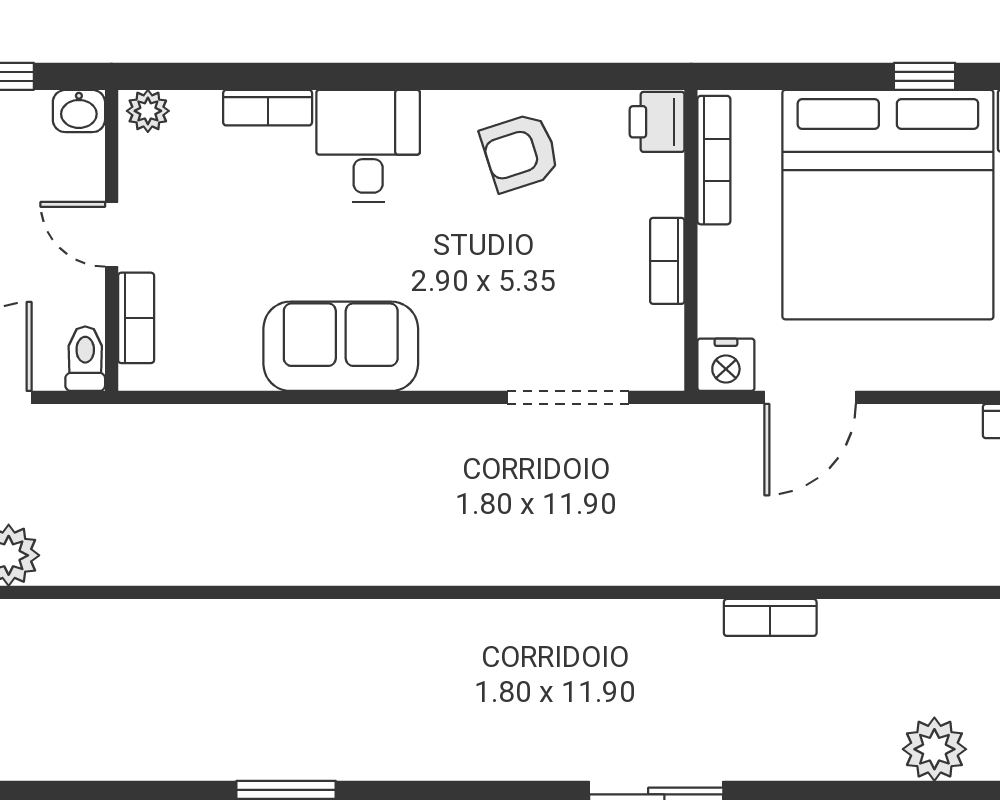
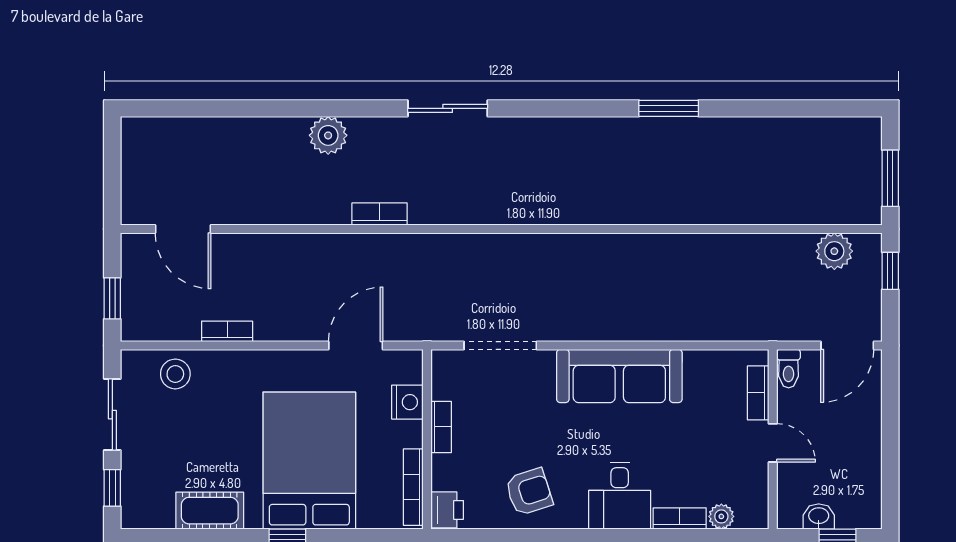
washbasin: (79, 111) -> (819, 516), moved
plant: (148, 111) -> (721, 516), moved
bed: (888, 205) -> (309, 461), width x0.73
sofa: (341, 346) -> (619, 376), width x1.36
nightstand: (726, 365) -> (407, 402), moved, turned 90
plant: (934, 749) -> (328, 135), moved

